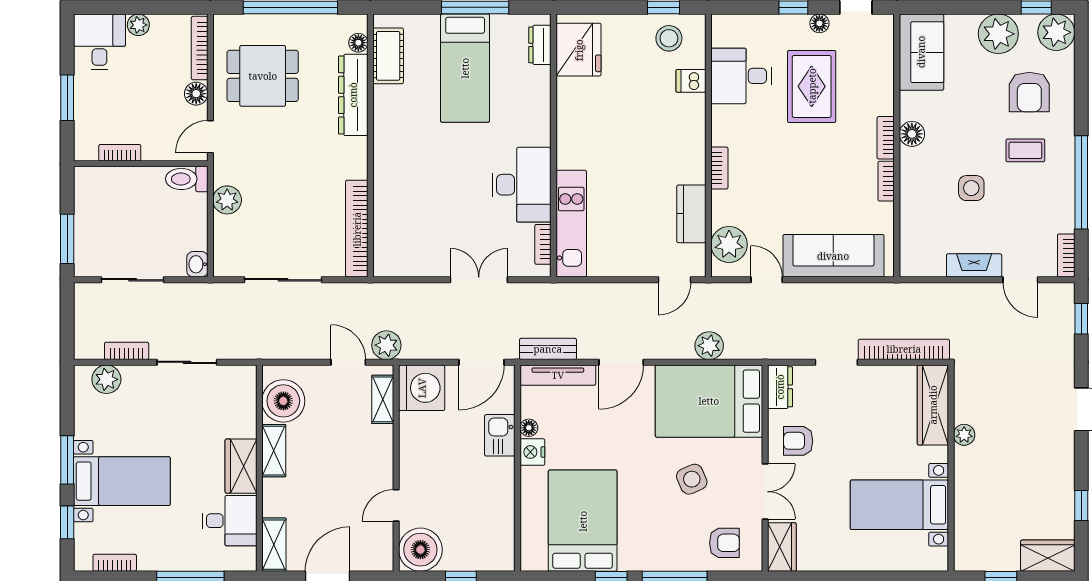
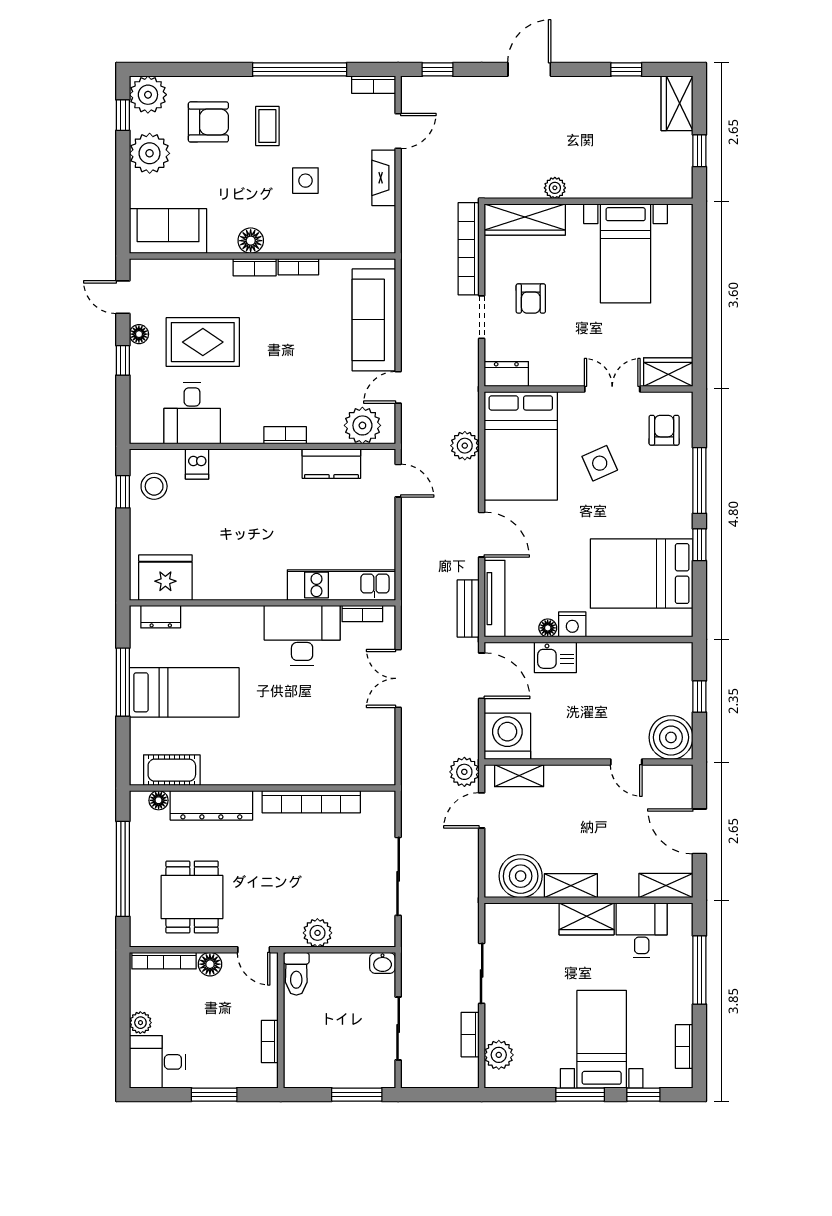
bookcase: (357, 229) -> (311, 802), moved
armchair: (798, 441) -> (531, 299), moved

